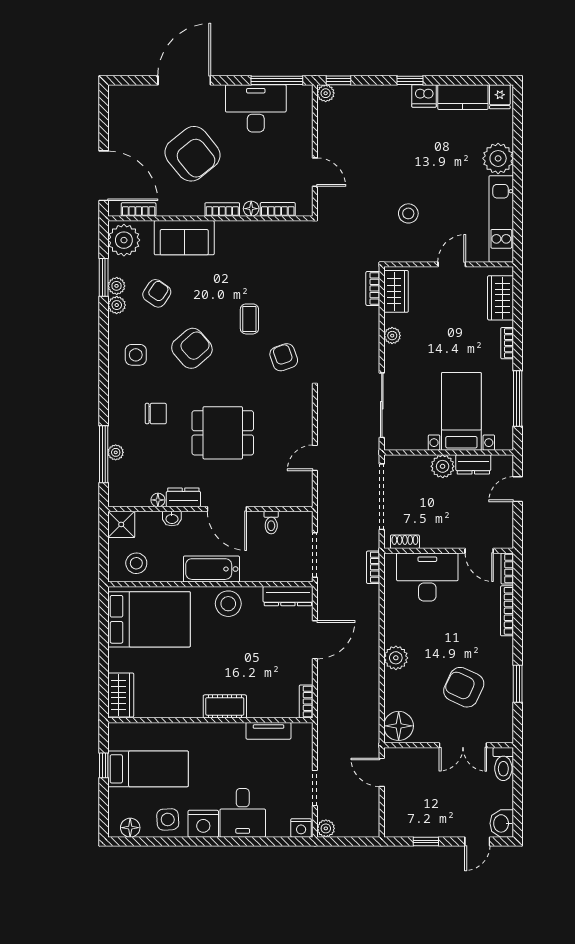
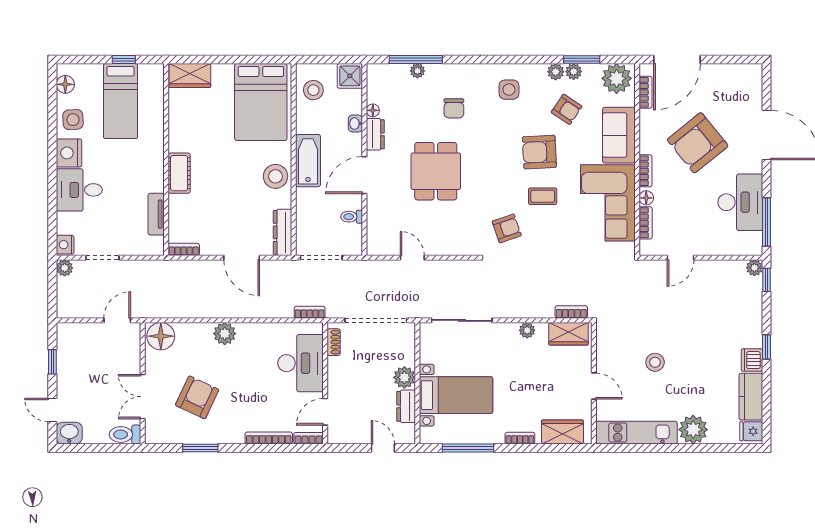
stool: (408, 213) -> (655, 362), moved
corner sofa: (256, 250) -> (608, 203), added
armchair: (192, 348) -> (539, 152), moved, turned 128

